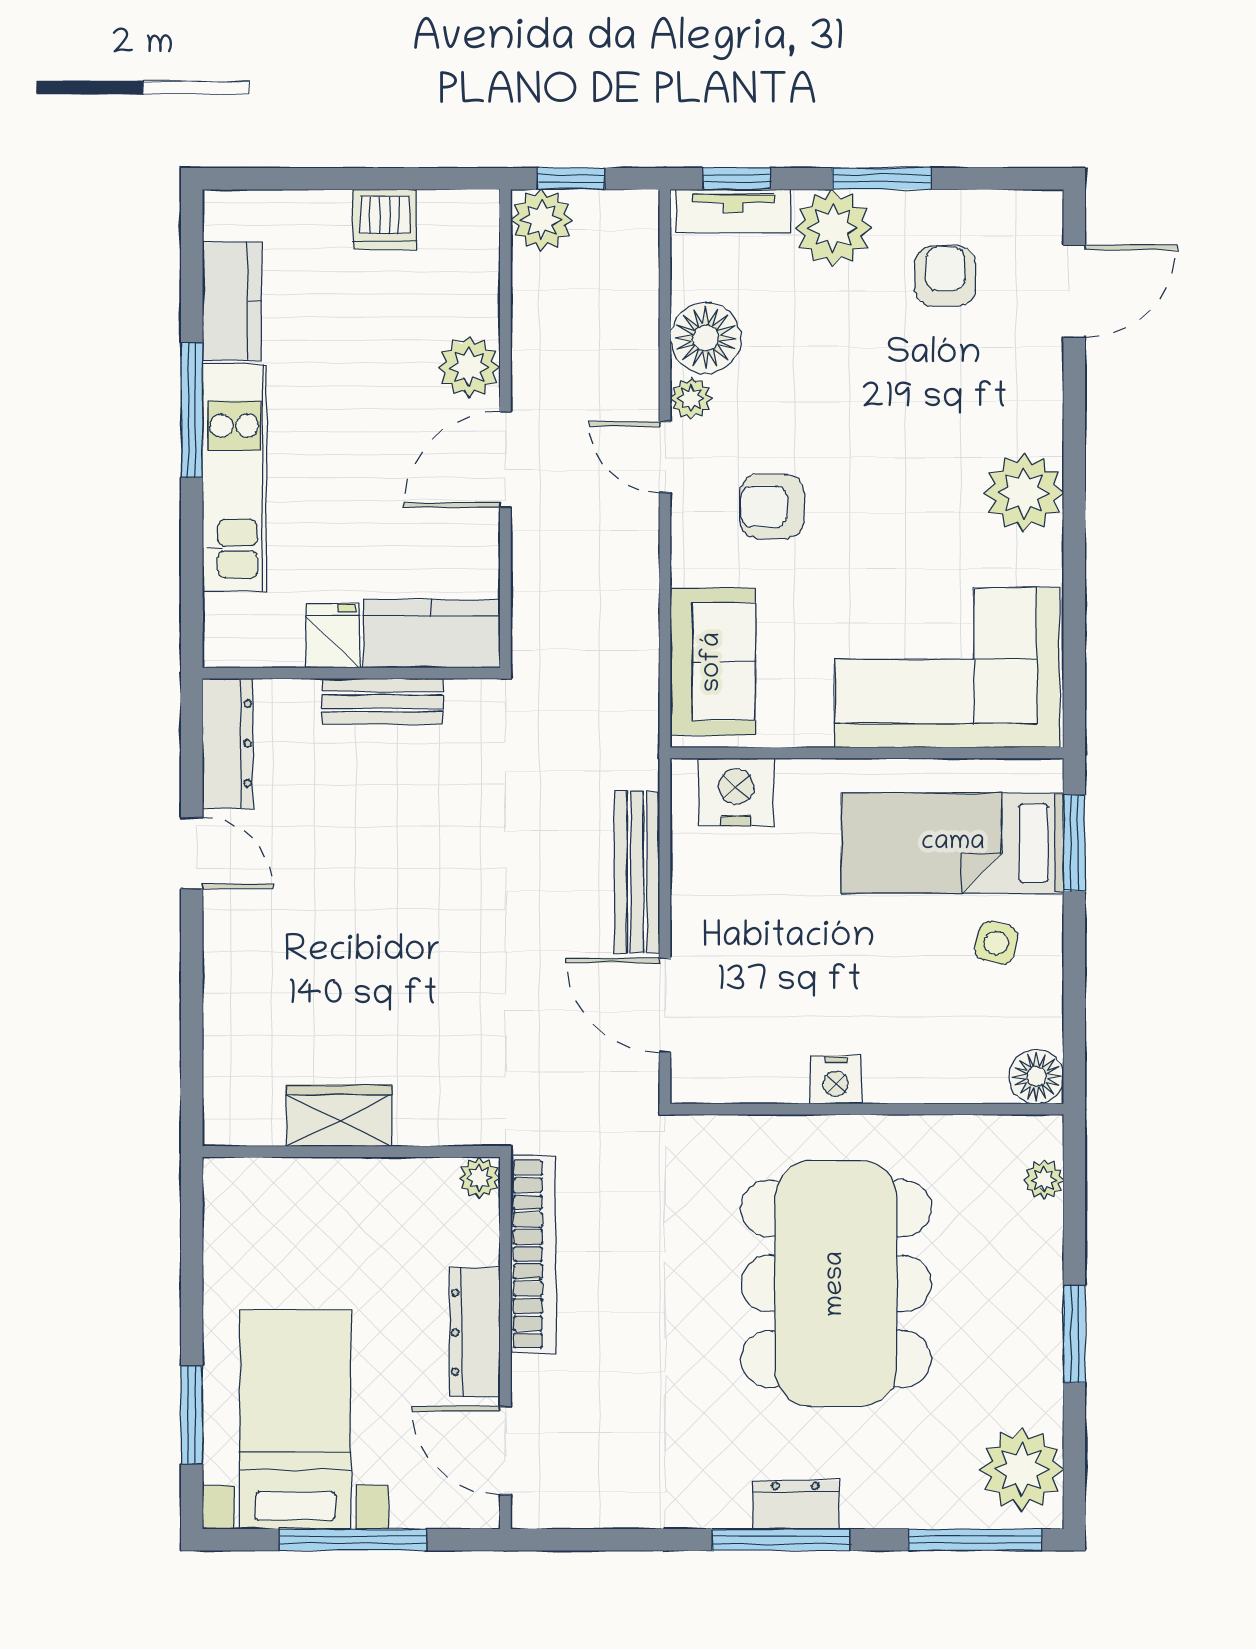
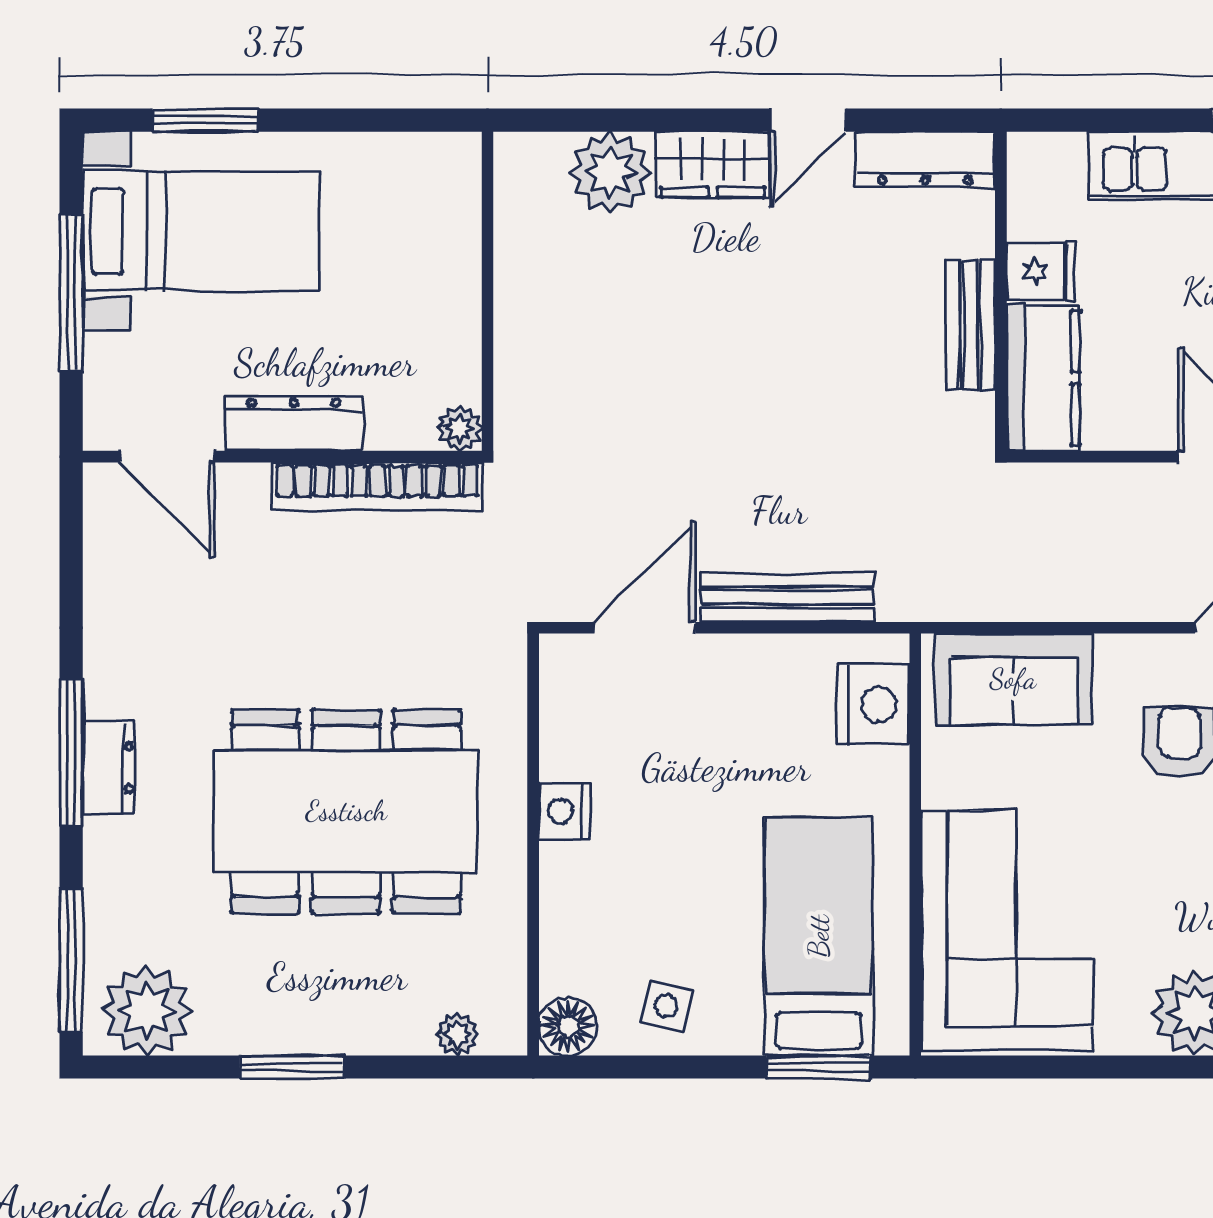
side table: (996, 943) -> (666, 1006), moved
plant: (240, 1037) -> (611, 172), added
wardrobe: (339, 1116) -> (713, 164), moved, turned 90
door: (505, 1450) -> (167, 457), swing flipped

